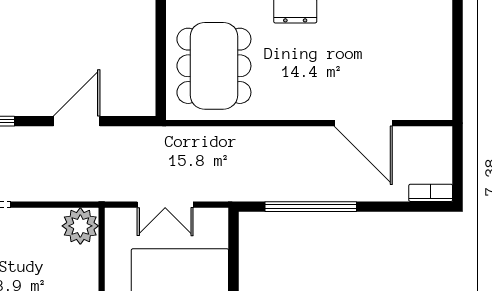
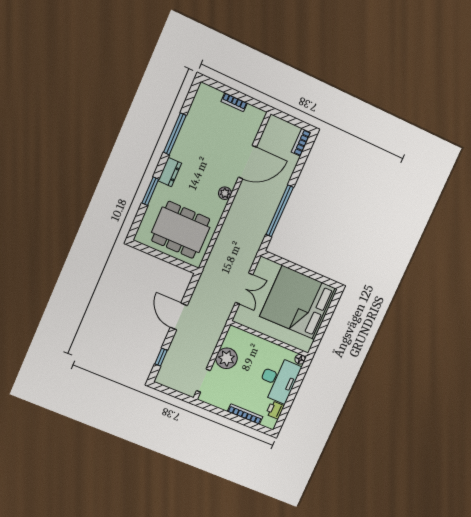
bookcase: (444, 63) -> (234, 102), added
plant: (300, 109) -> (225, 193), added
plant: (80, 226) -> (227, 358), moved

